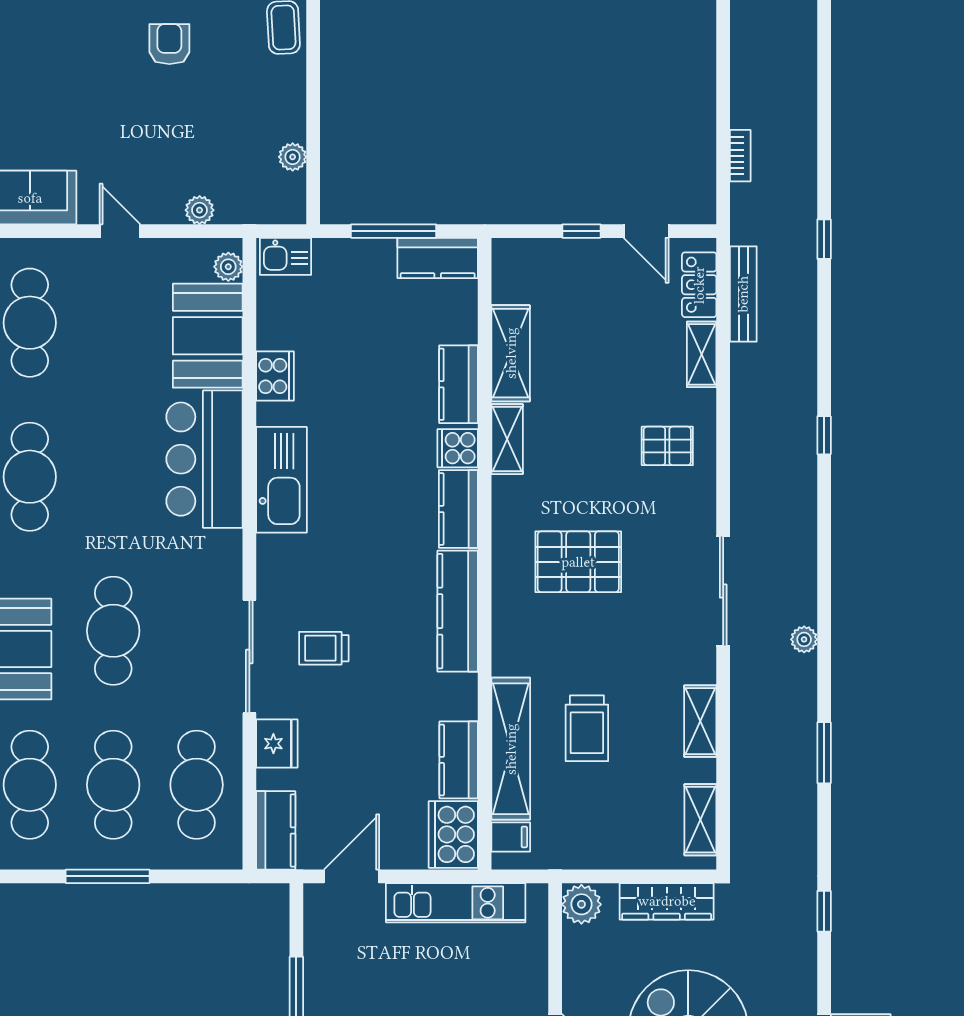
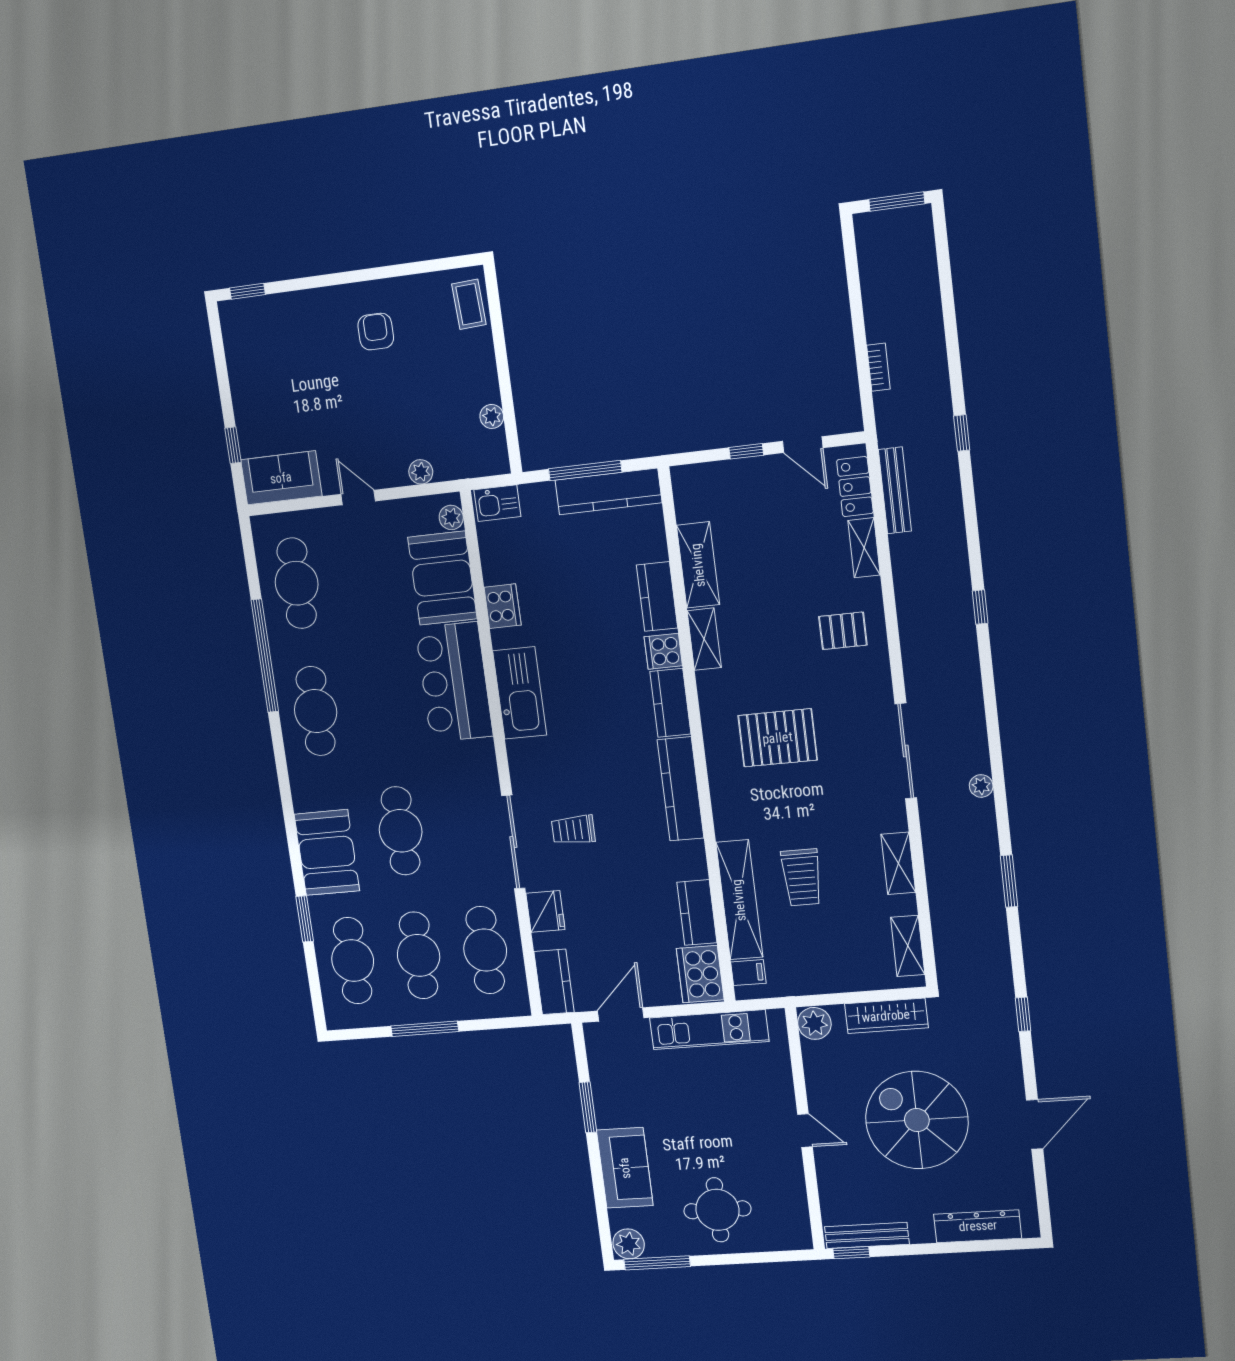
kitchen counter: (438, 258) -> (608, 491), width x1.50

